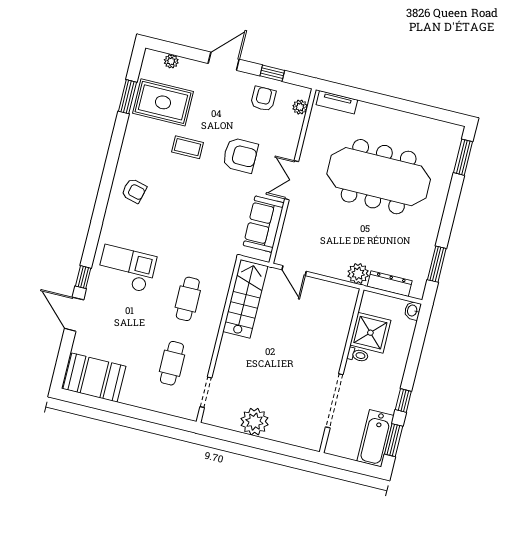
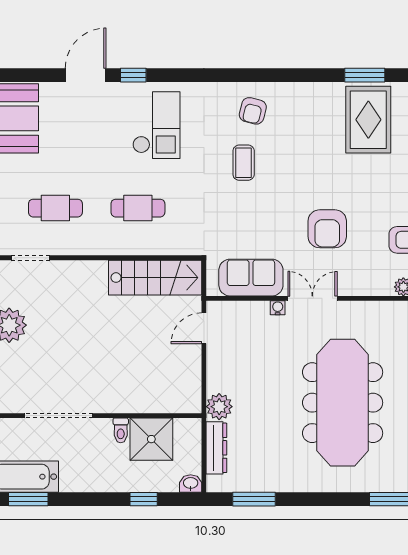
coffee table: (188, 147) -> (244, 163), moved
water cooler: (292, 209) -> (278, 308), added
window: (403, 401) -> (144, 499), moved

